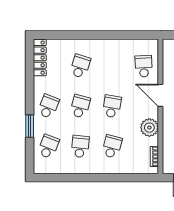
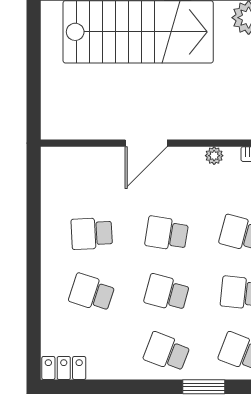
locker: (40, 58) -> (64, 368), width x0.66
school desk: (144, 66) -> (92, 234), moved
plant: (149, 128) -> (214, 156), width x0.53, depth x0.53

